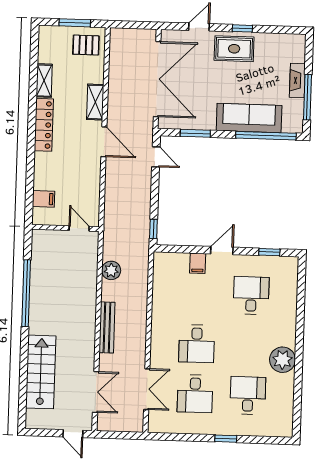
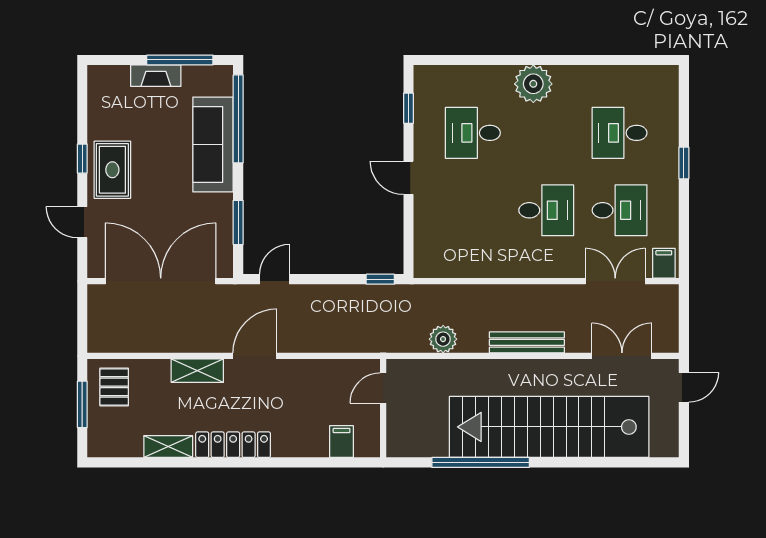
filing cabinet: (198, 263) -> (664, 263), moved, turned -90
plant: (282, 360) -> (533, 84), moved
stairs: (41, 372) -> (549, 427), width x1.86, depth x1.51

